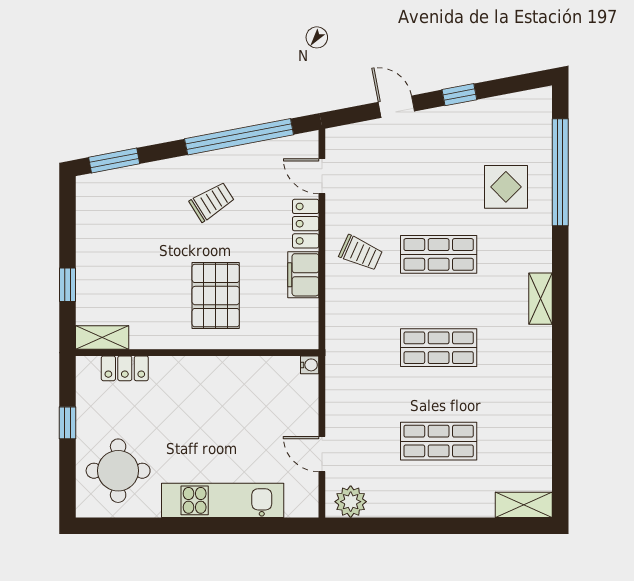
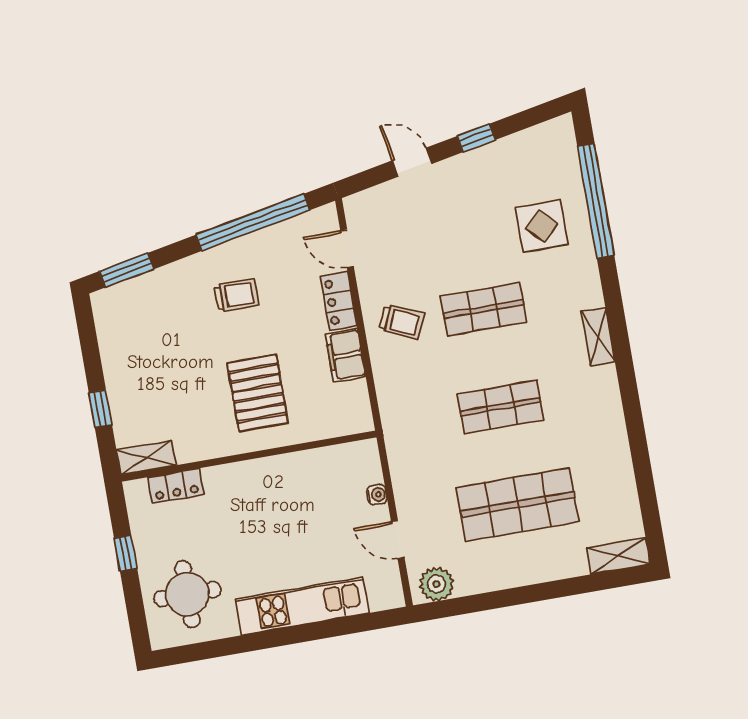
trolley: (212, 202) -> (236, 295), turned 32
water cooler: (310, 365) -> (377, 495), moved
shop shelf: (439, 441) -> (518, 505), width x1.43, depth x1.36

